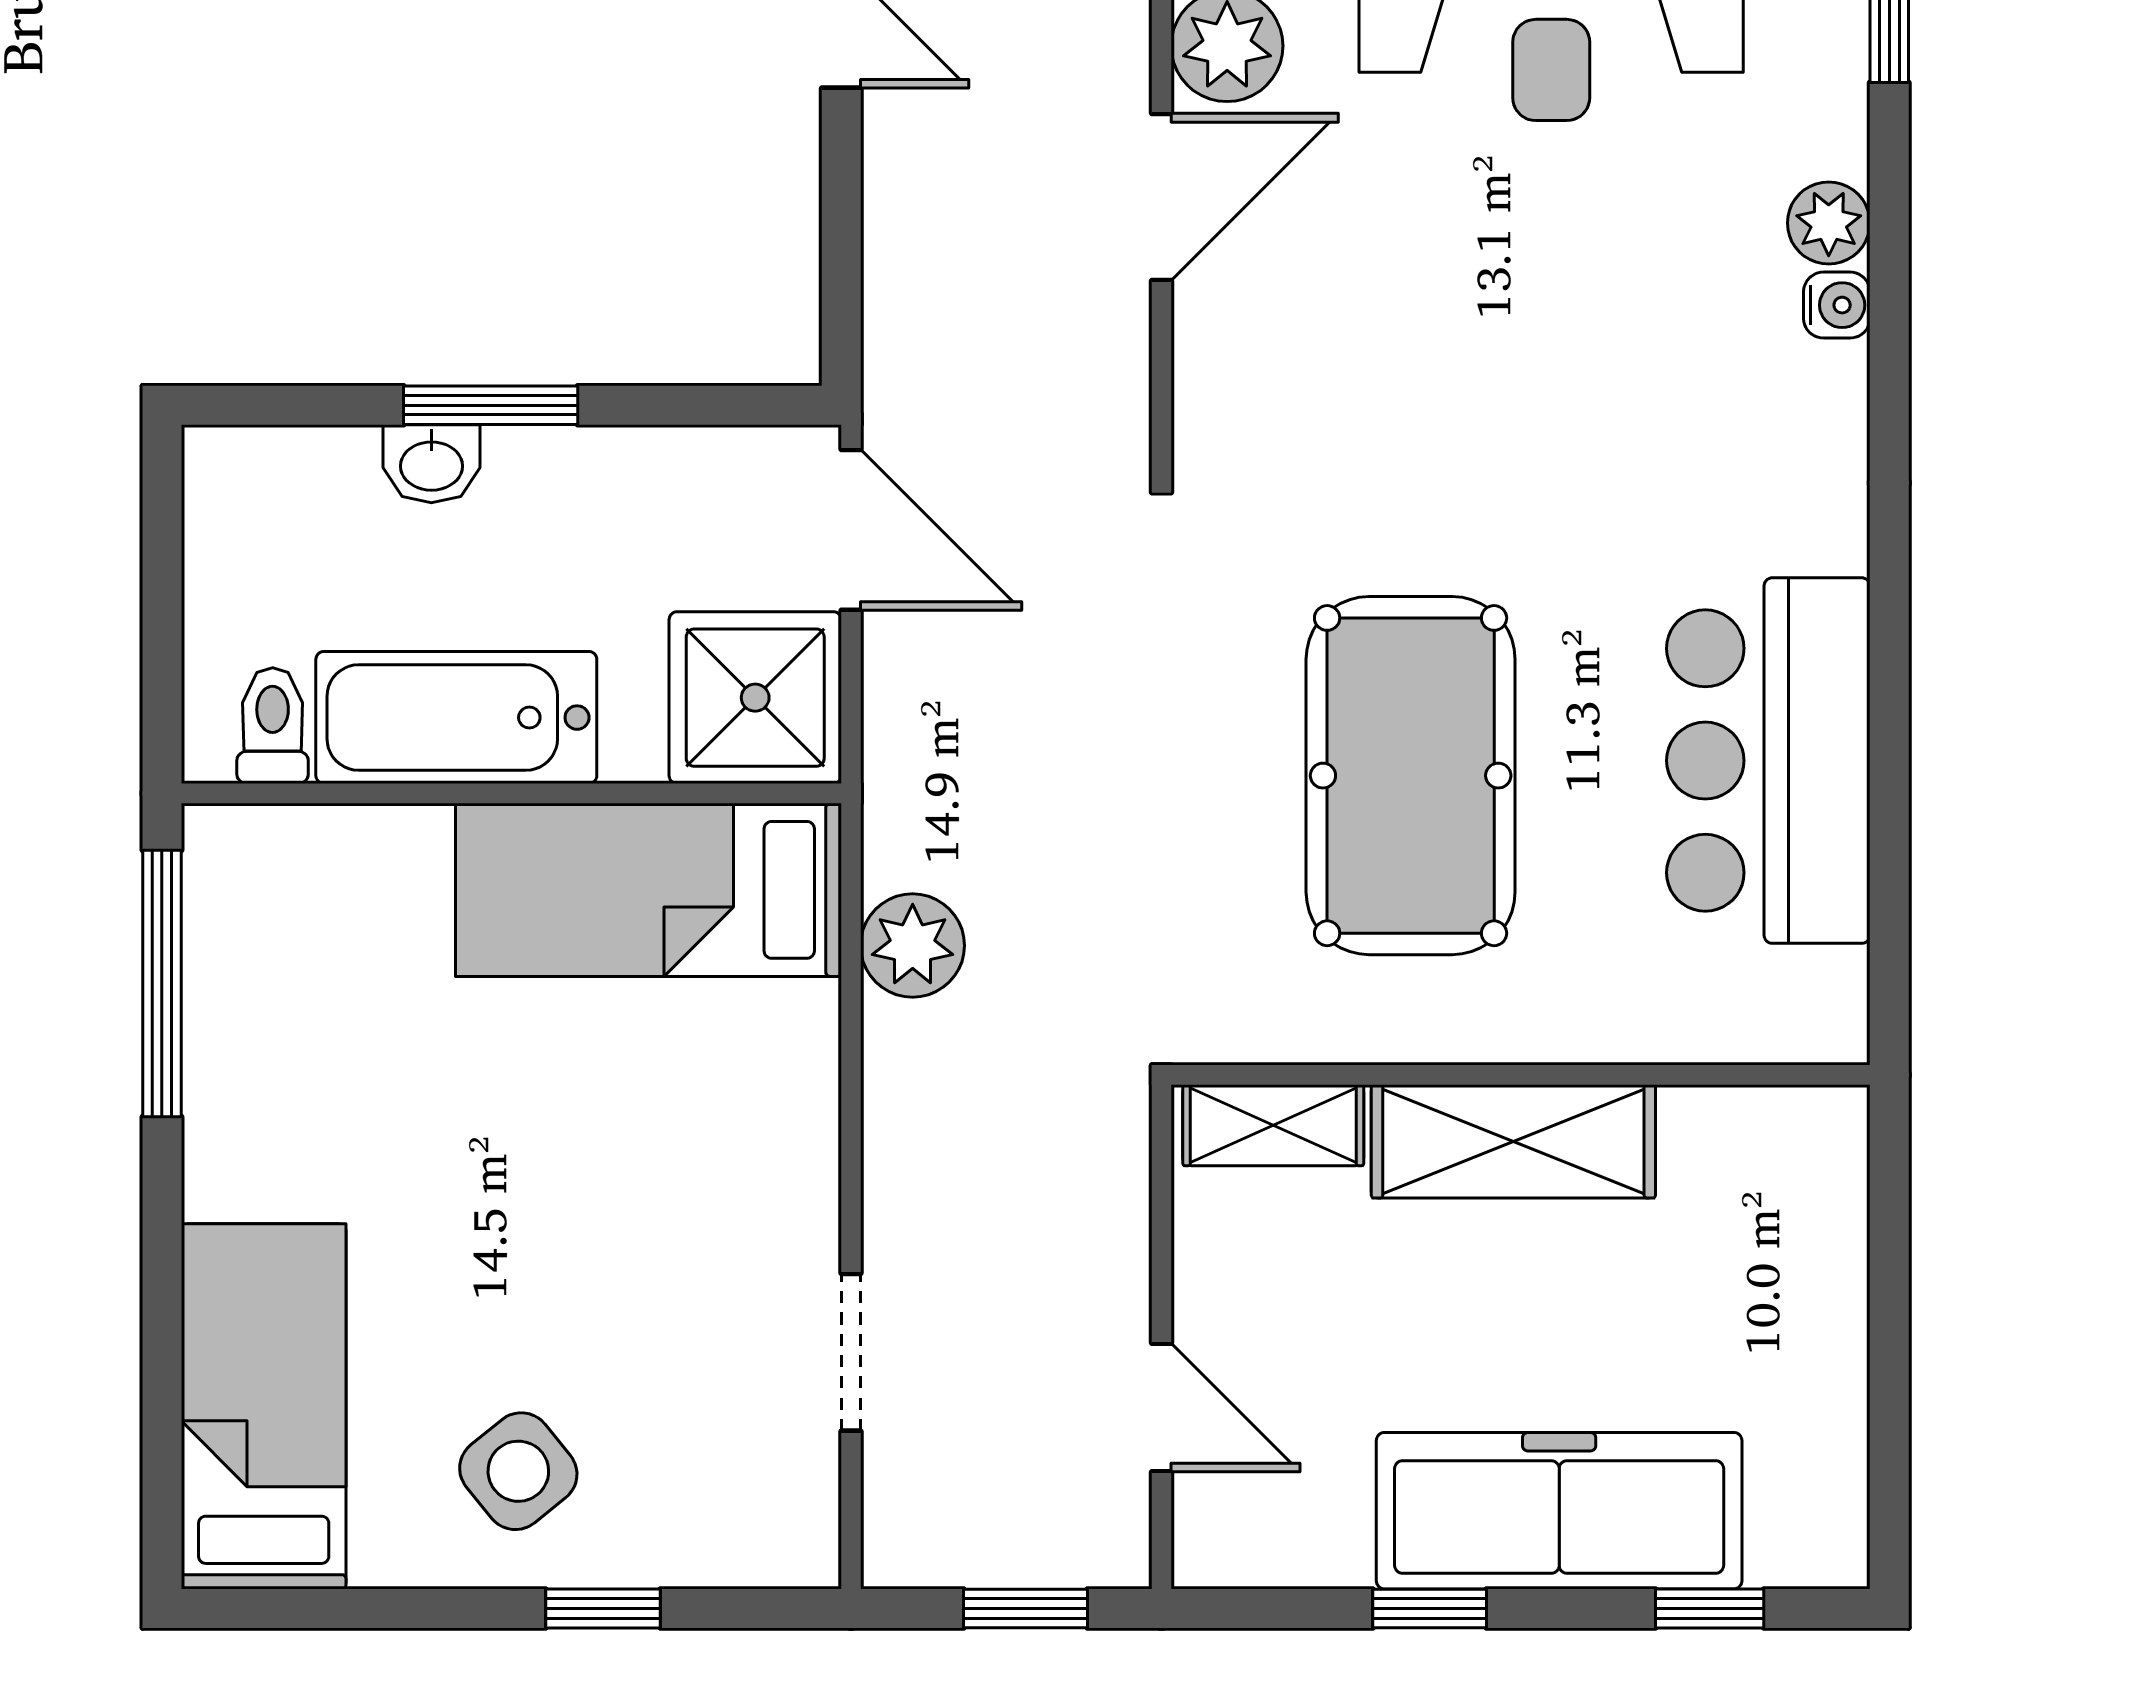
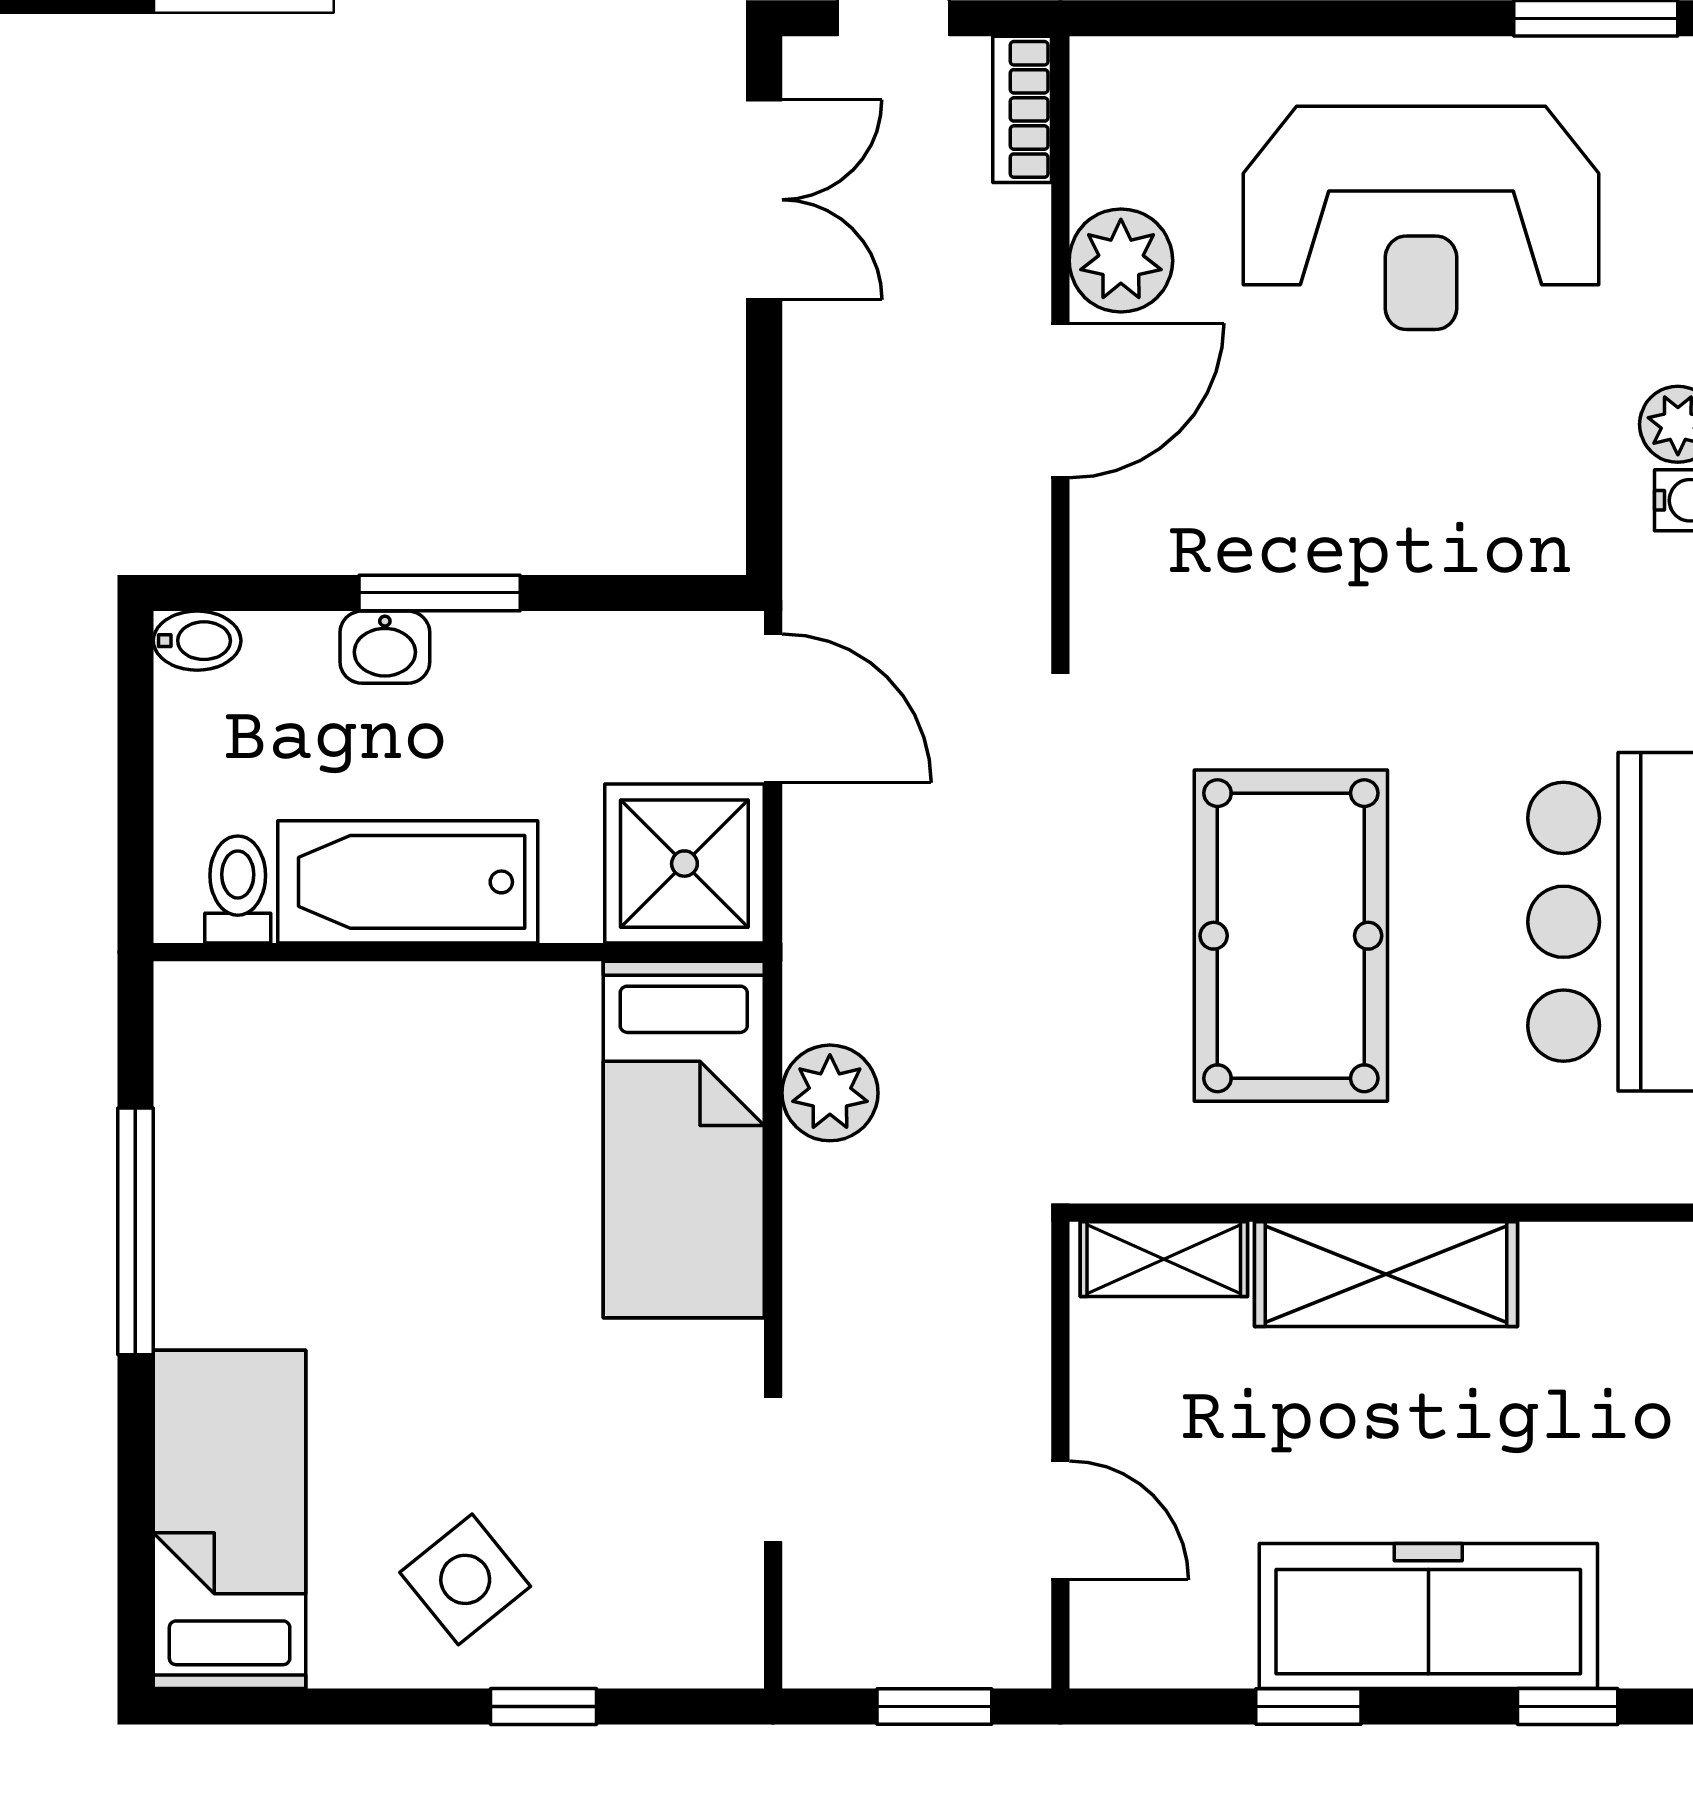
bidet: (229, 457) -> (197, 641), added
bed: (648, 890) -> (684, 1140), moved, turned -90
window: (162, 983) -> (135, 1231), moved

